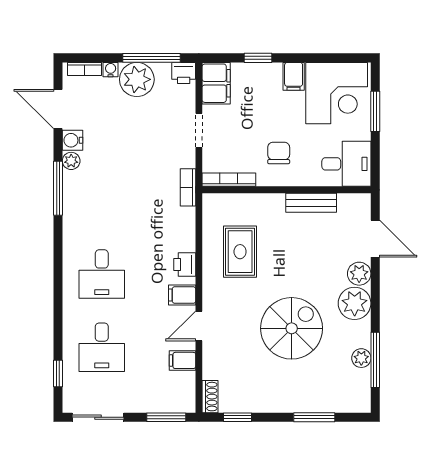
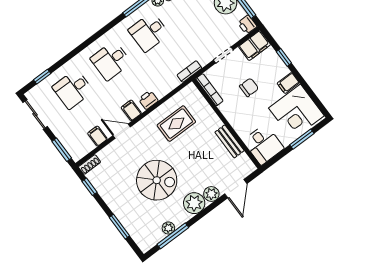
chair: (279, 153) -> (249, 87), moved
desk: (102, 201) -> (149, 32), added

